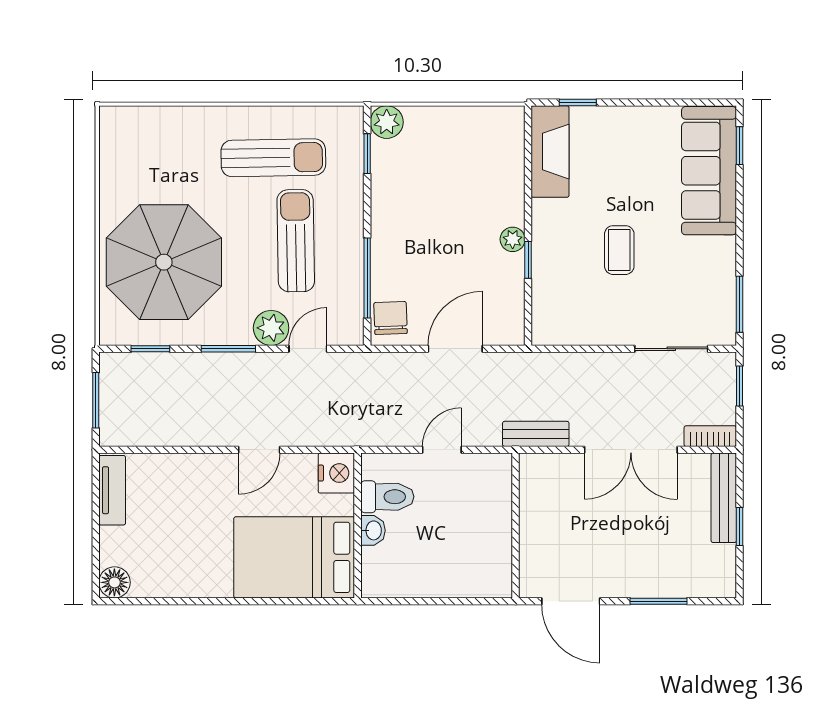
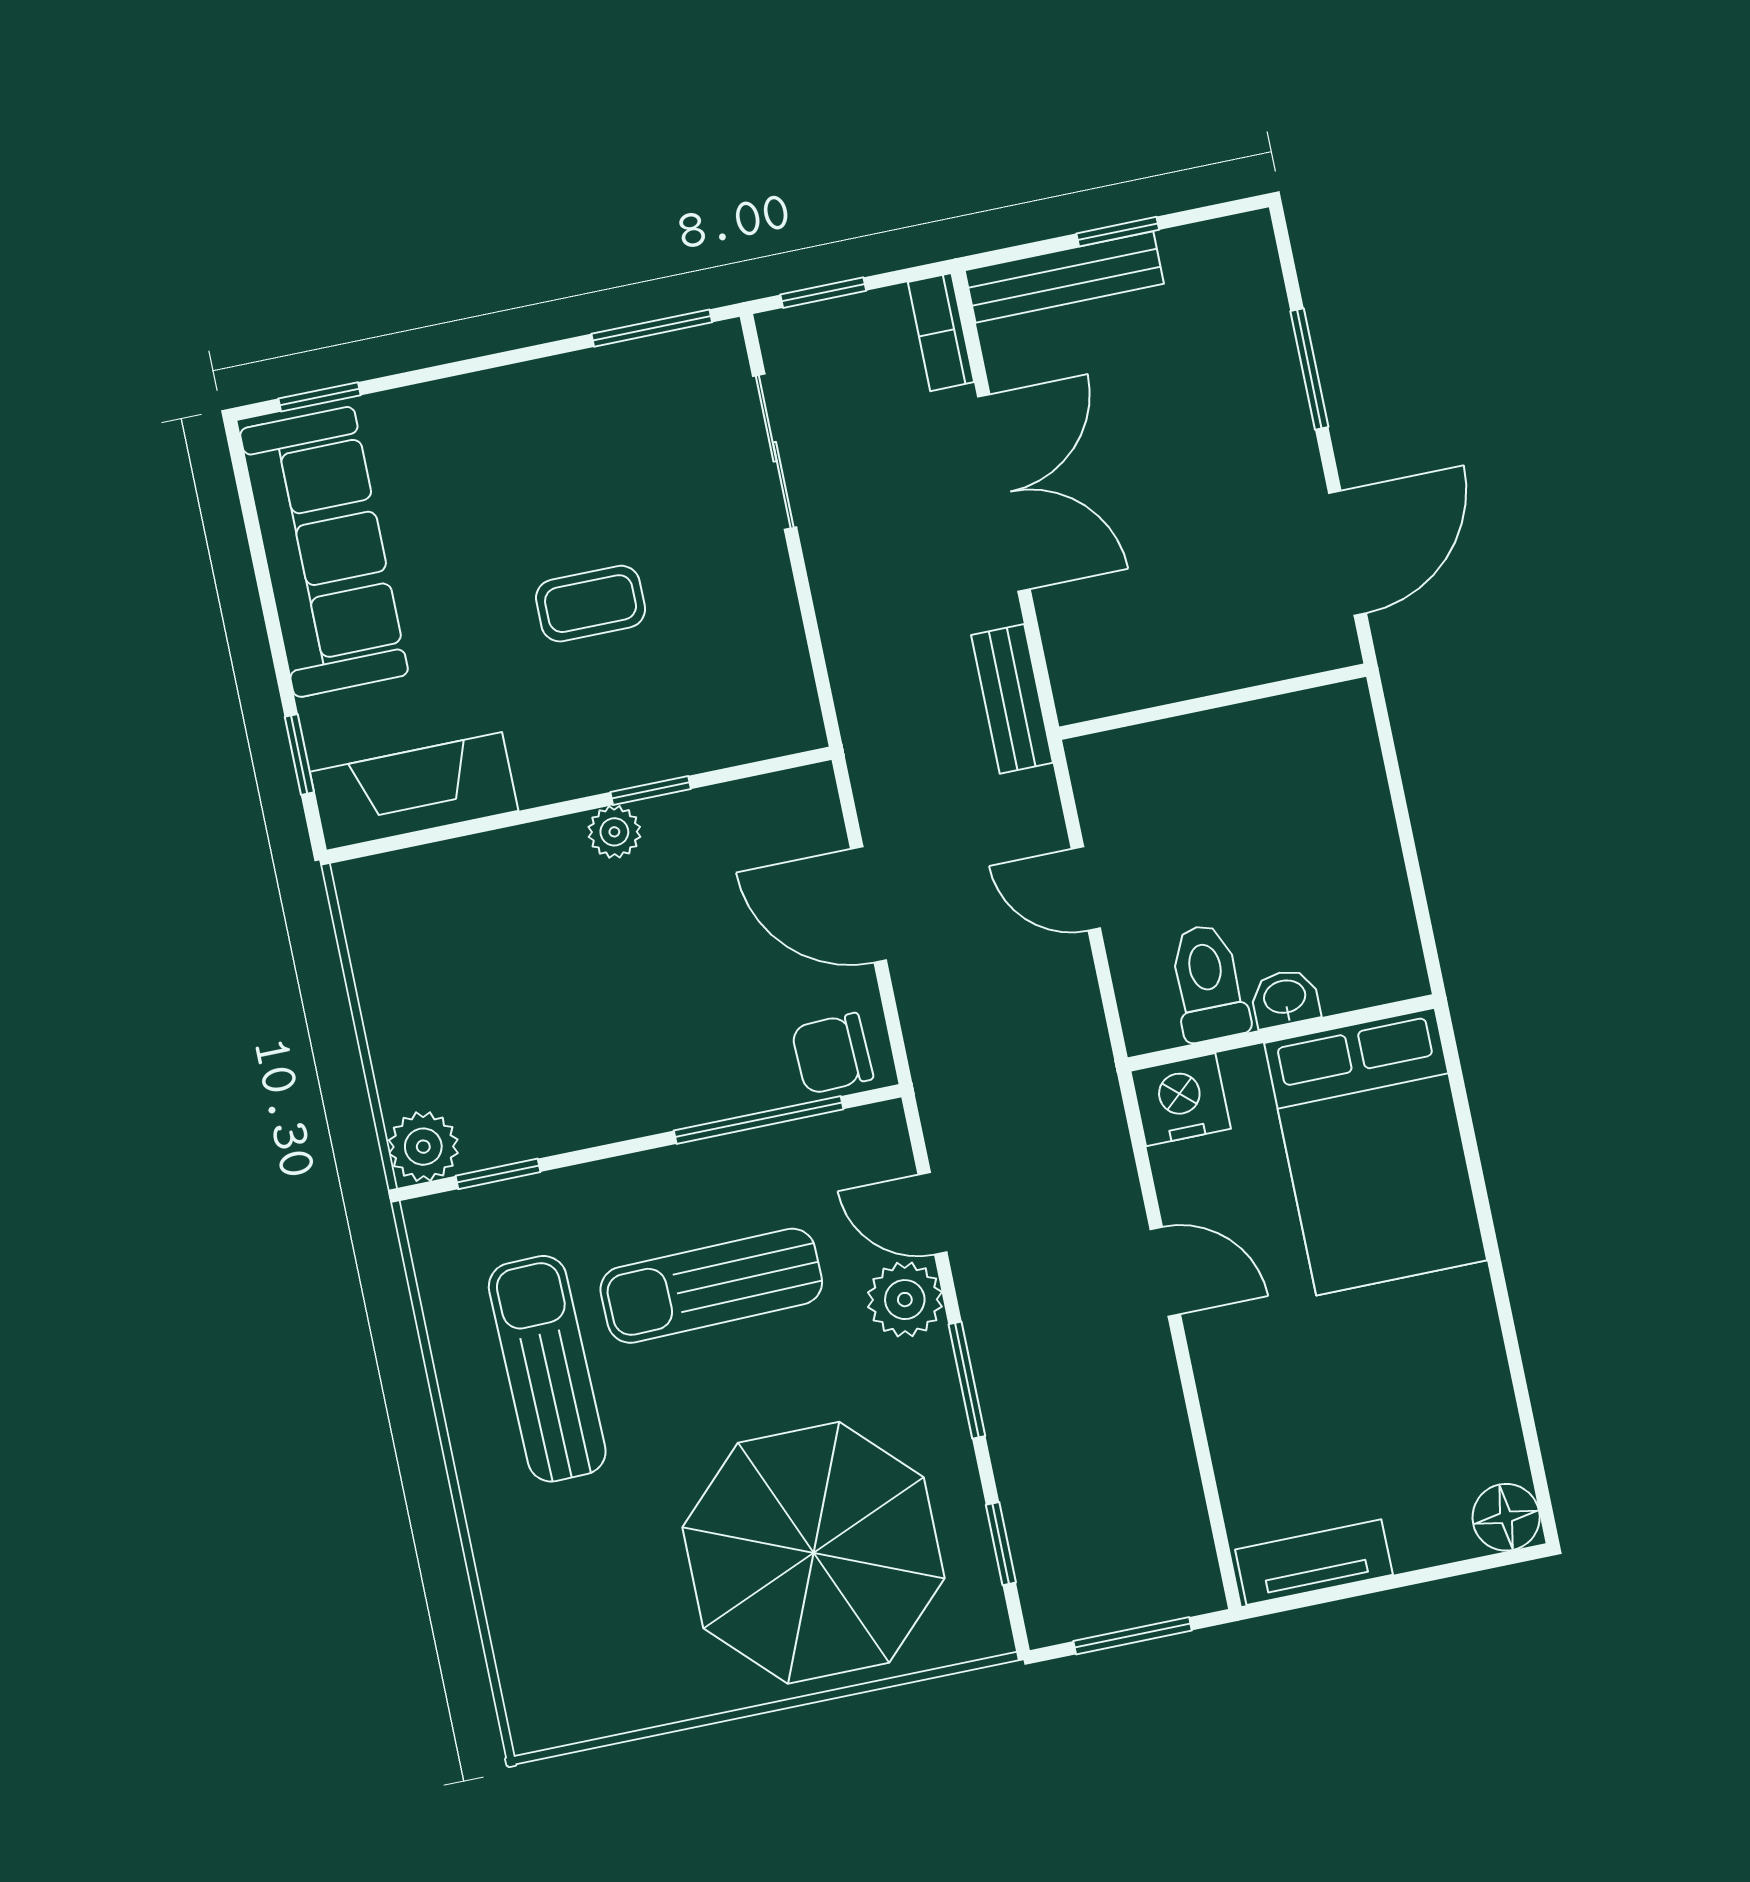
sofa: (709, 171) -> (324, 552), moved, turned -90

